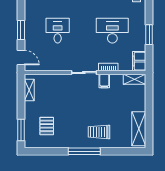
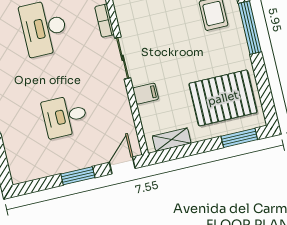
filing cabinet: (104, 81) -> (146, 94), moved
pallet: (47, 126) -> (223, 98), width x2.05, depth x2.00

